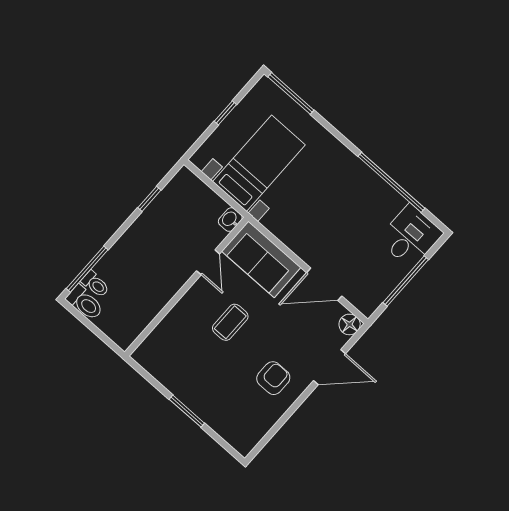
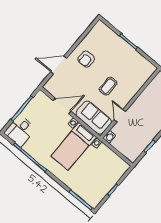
bed with nightstands: (259, 163) -> (74, 146), moved
floor lamp: (350, 324) -> (49, 86), removed

